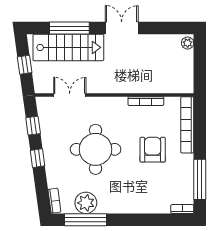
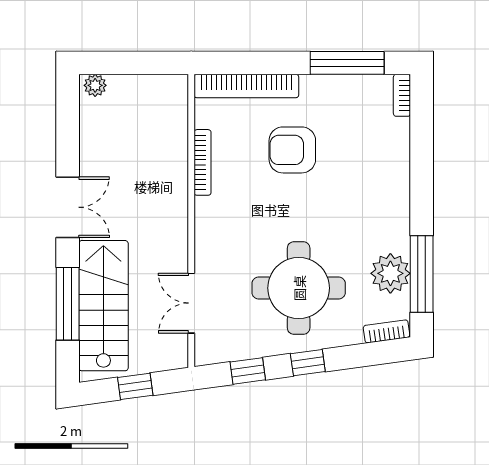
double door: (122, 28) -> (68, 207), swing flipped
round table: (96, 149) -> (299, 288), moved

